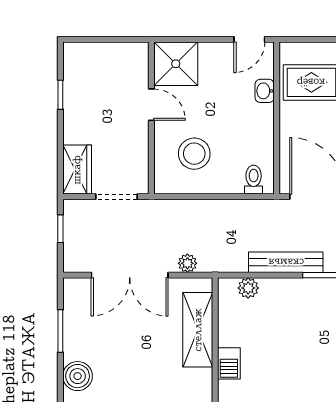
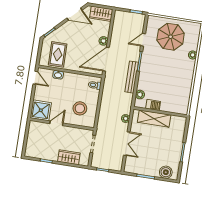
wardrobe: (77, 170) -> (69, 157), moved
double door: (130, 275) -> (127, 144), width x0.73
barbecue: (229, 363) -> (153, 105), moved

